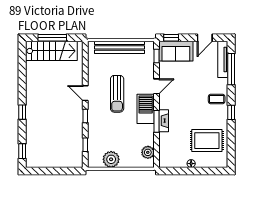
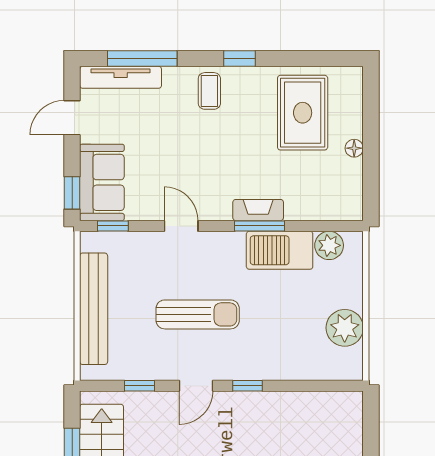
door: (205, 38) -> (72, 118), swing flipped
barbecue: (146, 109) -> (280, 250), moved
window: (85, 145) -> (140, 386), moved

